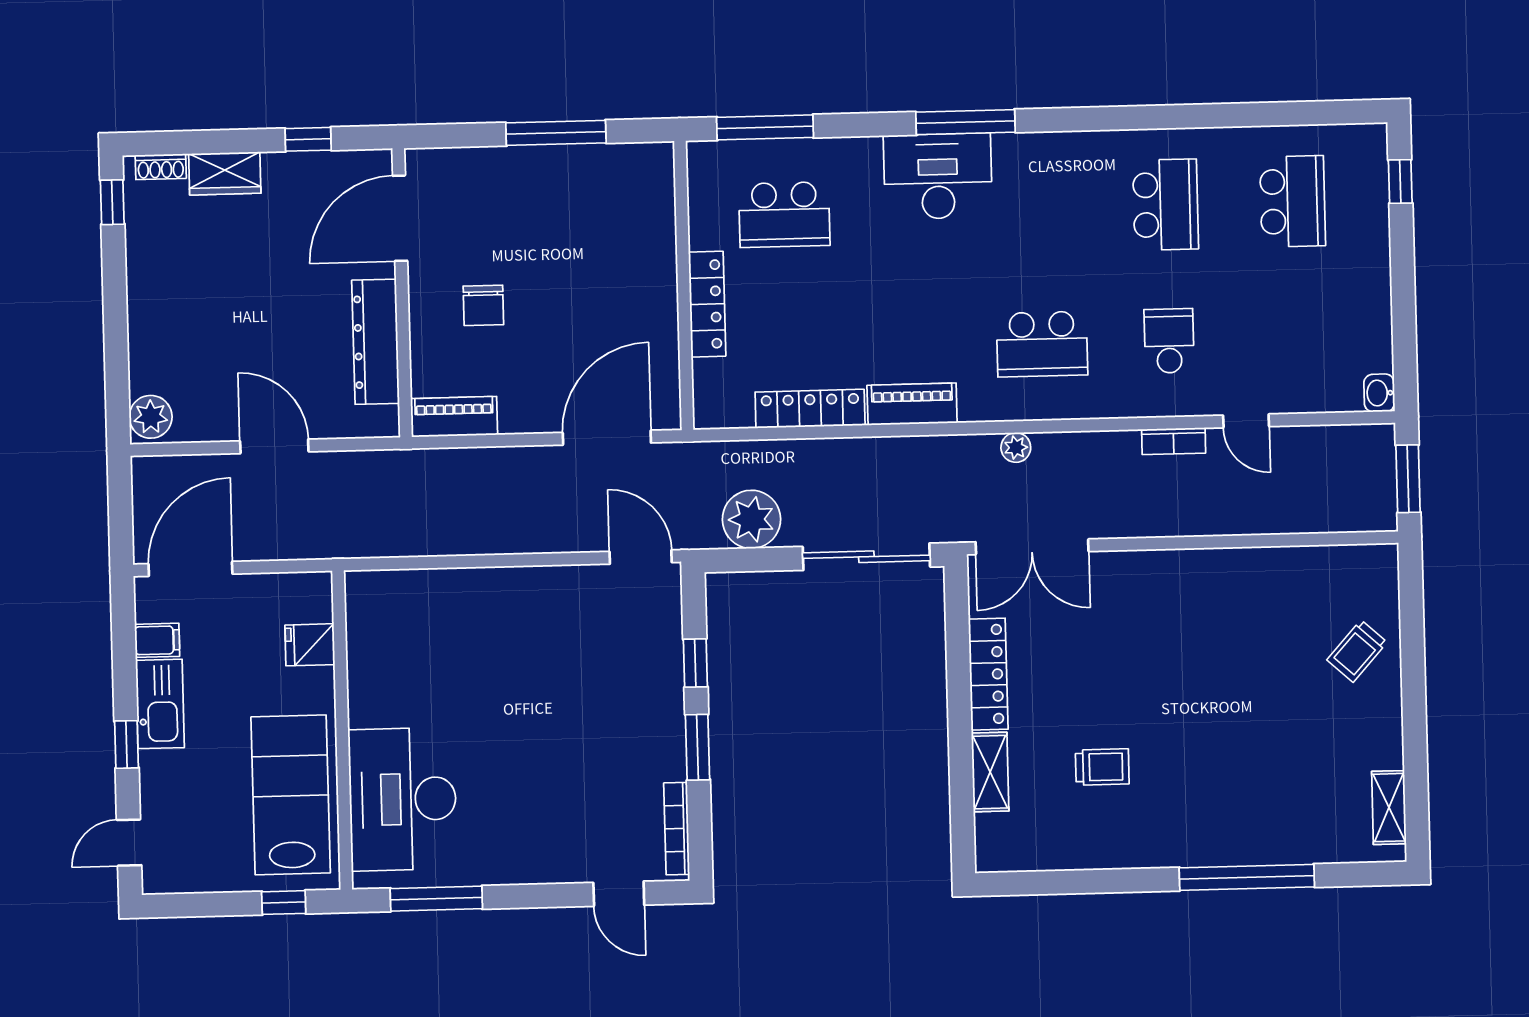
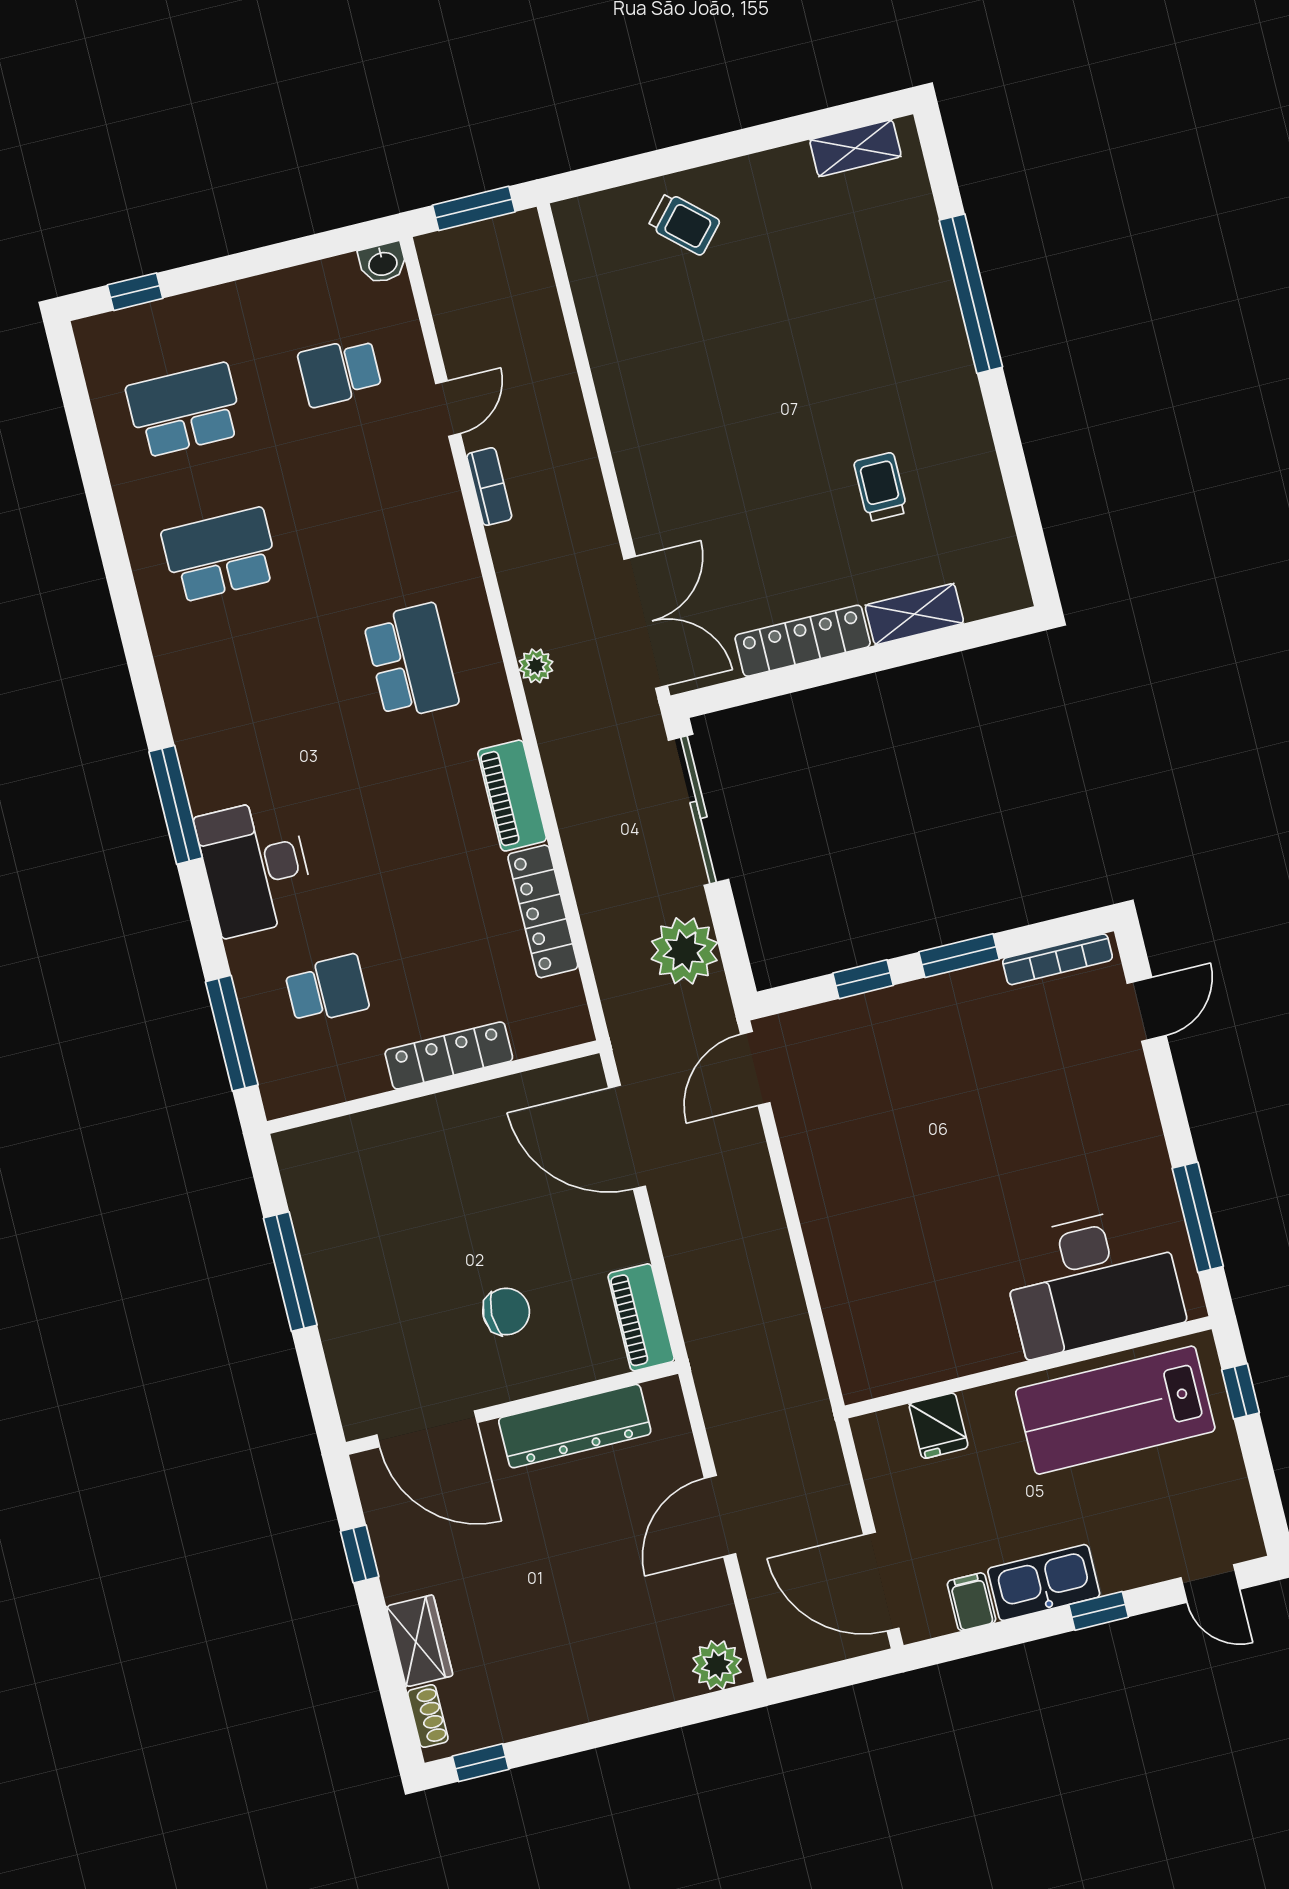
desk: (938, 176) -> (255, 867), moved
school desk: (784, 215) -> (327, 989), width x0.54
school desk: (1169, 341) -> (340, 372), moved

